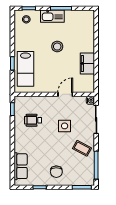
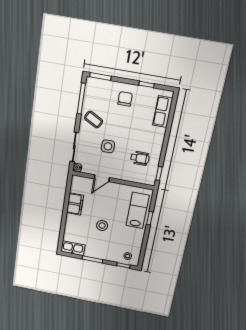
kitchen sink: (52, 16) -> (73, 248), moved

